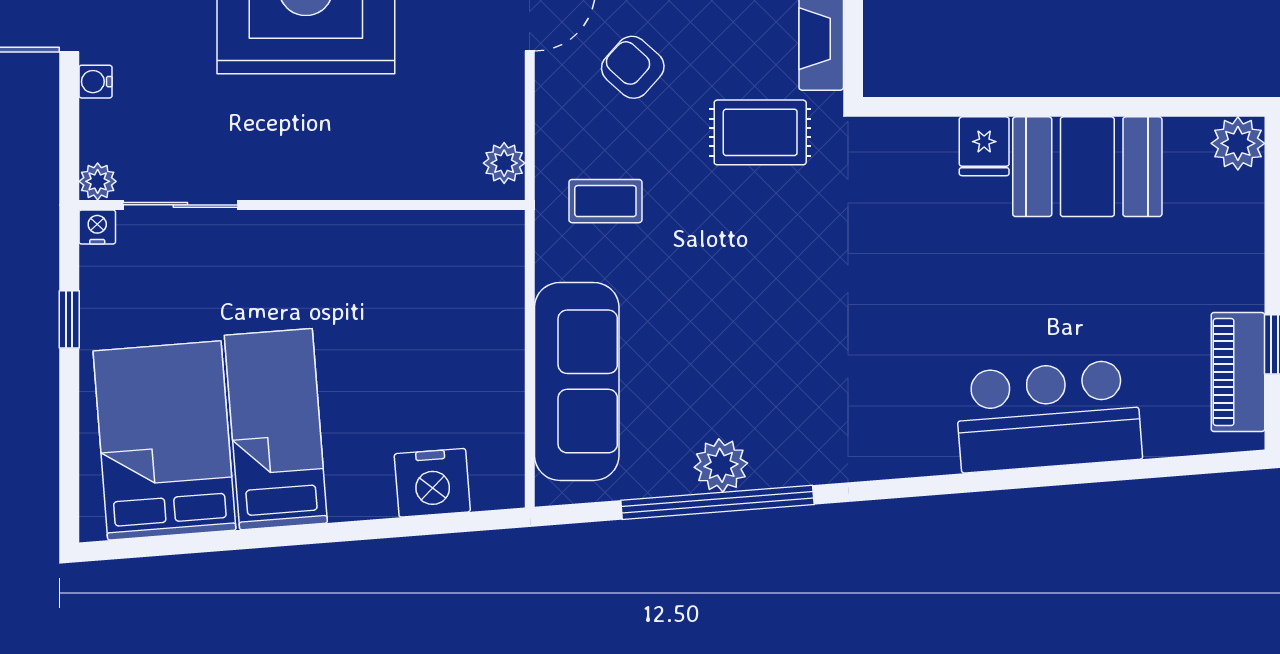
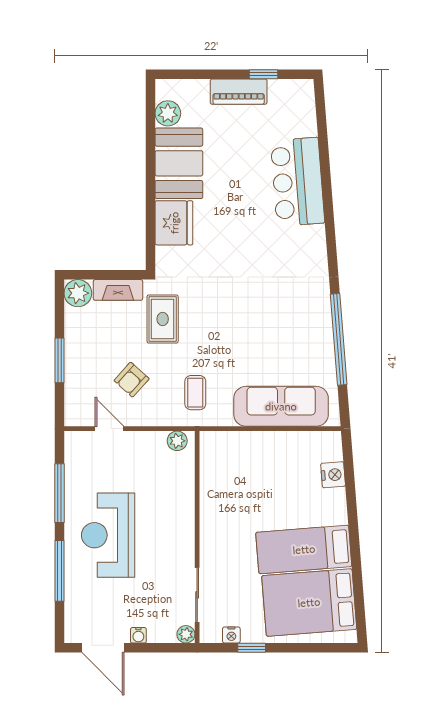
plant: (1238, 143) -> (168, 113), moved
fridge: (984, 146) -> (174, 223), width x1.88, depth x1.34
nightstand: (97, 227) -> (231, 635), moved, turned -90
piano: (1238, 372) -> (239, 92), moved
plant: (721, 465) -> (321, 338), removed
nightstand: (432, 483) -> (333, 475), width x0.74, depth x0.75

